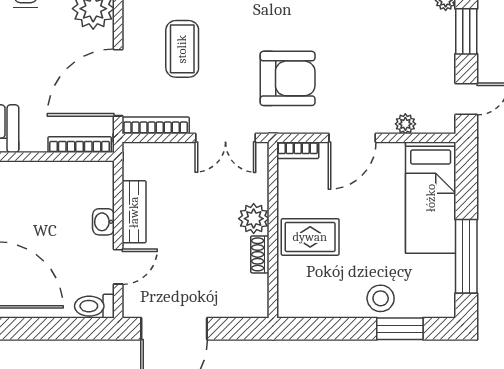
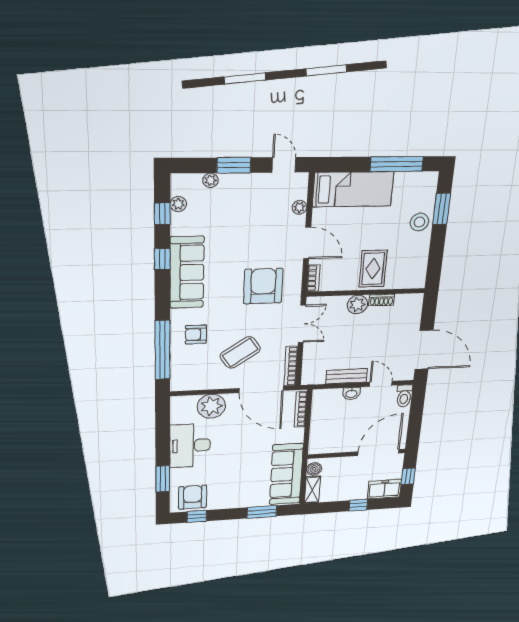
coffee table: (182, 49) -> (240, 352), turned -34

